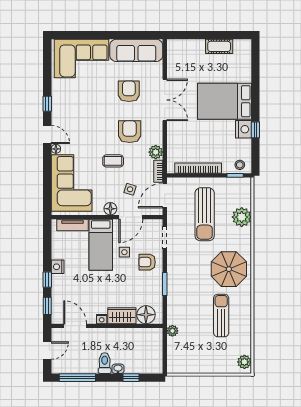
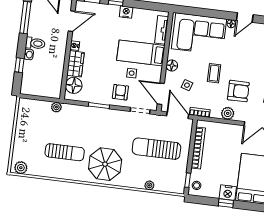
plant: (156, 152) -> (228, 113), moved
door: (131, 217) -> (161, 94), moved
plant: (242, 217) -> (149, 185), width x0.53, depth x0.53

